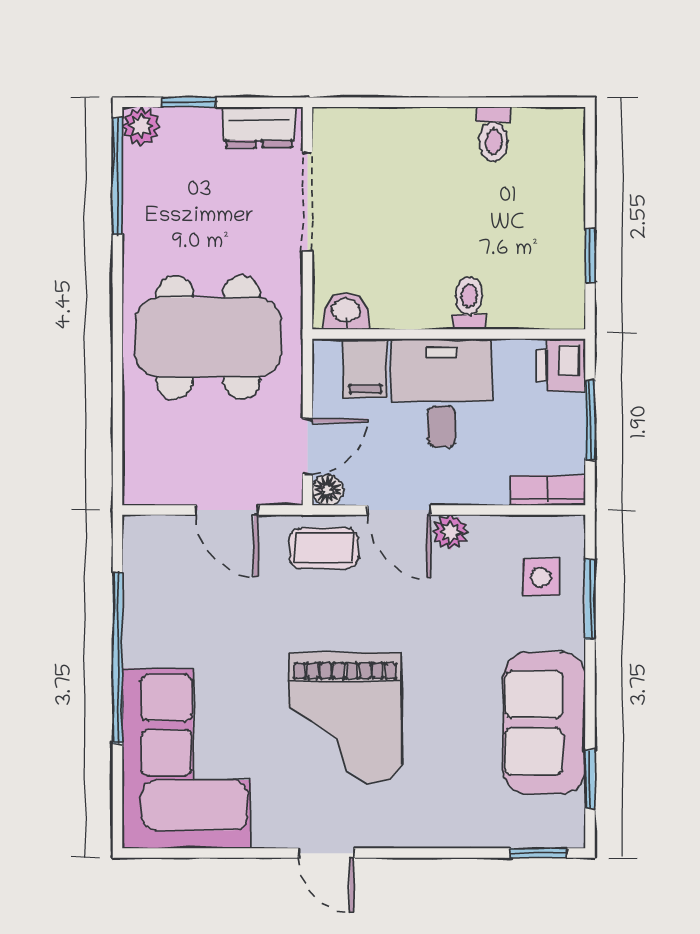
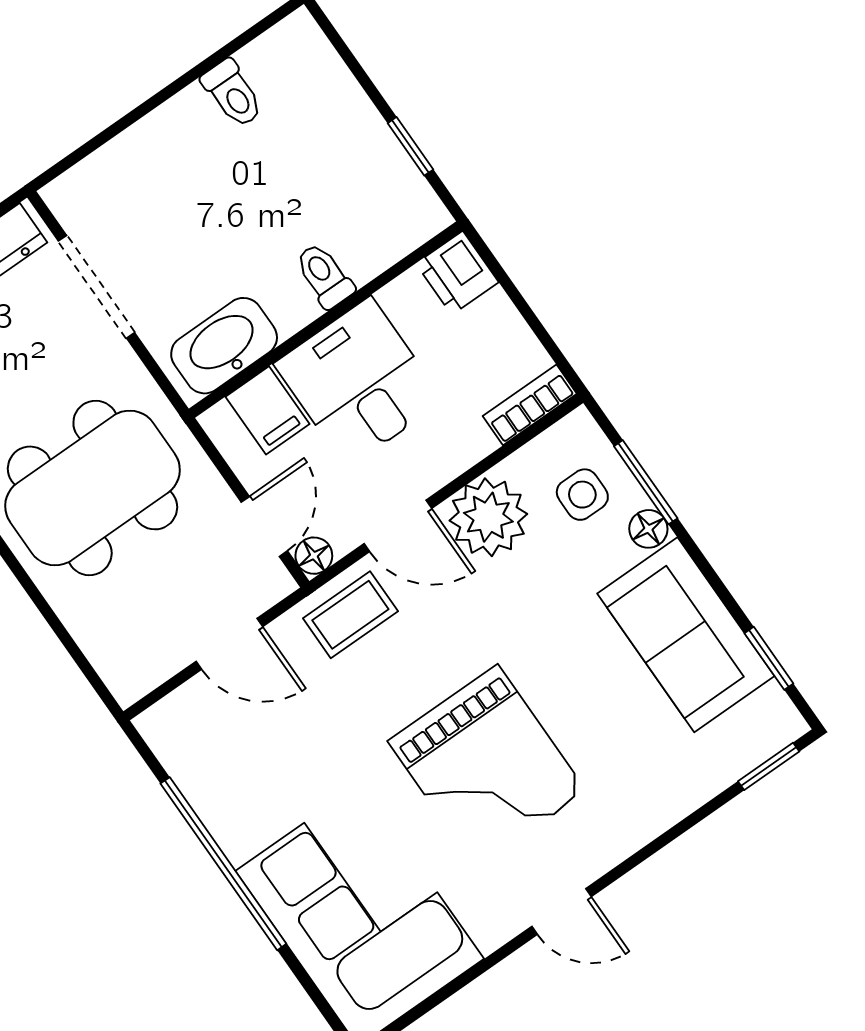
washbasin: (346, 311) -> (224, 346), width x1.91, depth x1.45
window: (590, 420) -> (523, 307), removed
plant: (450, 532) -> (488, 517), width x1.87, depth x1.87
floor lamp: (570, 632) -> (648, 529), added

